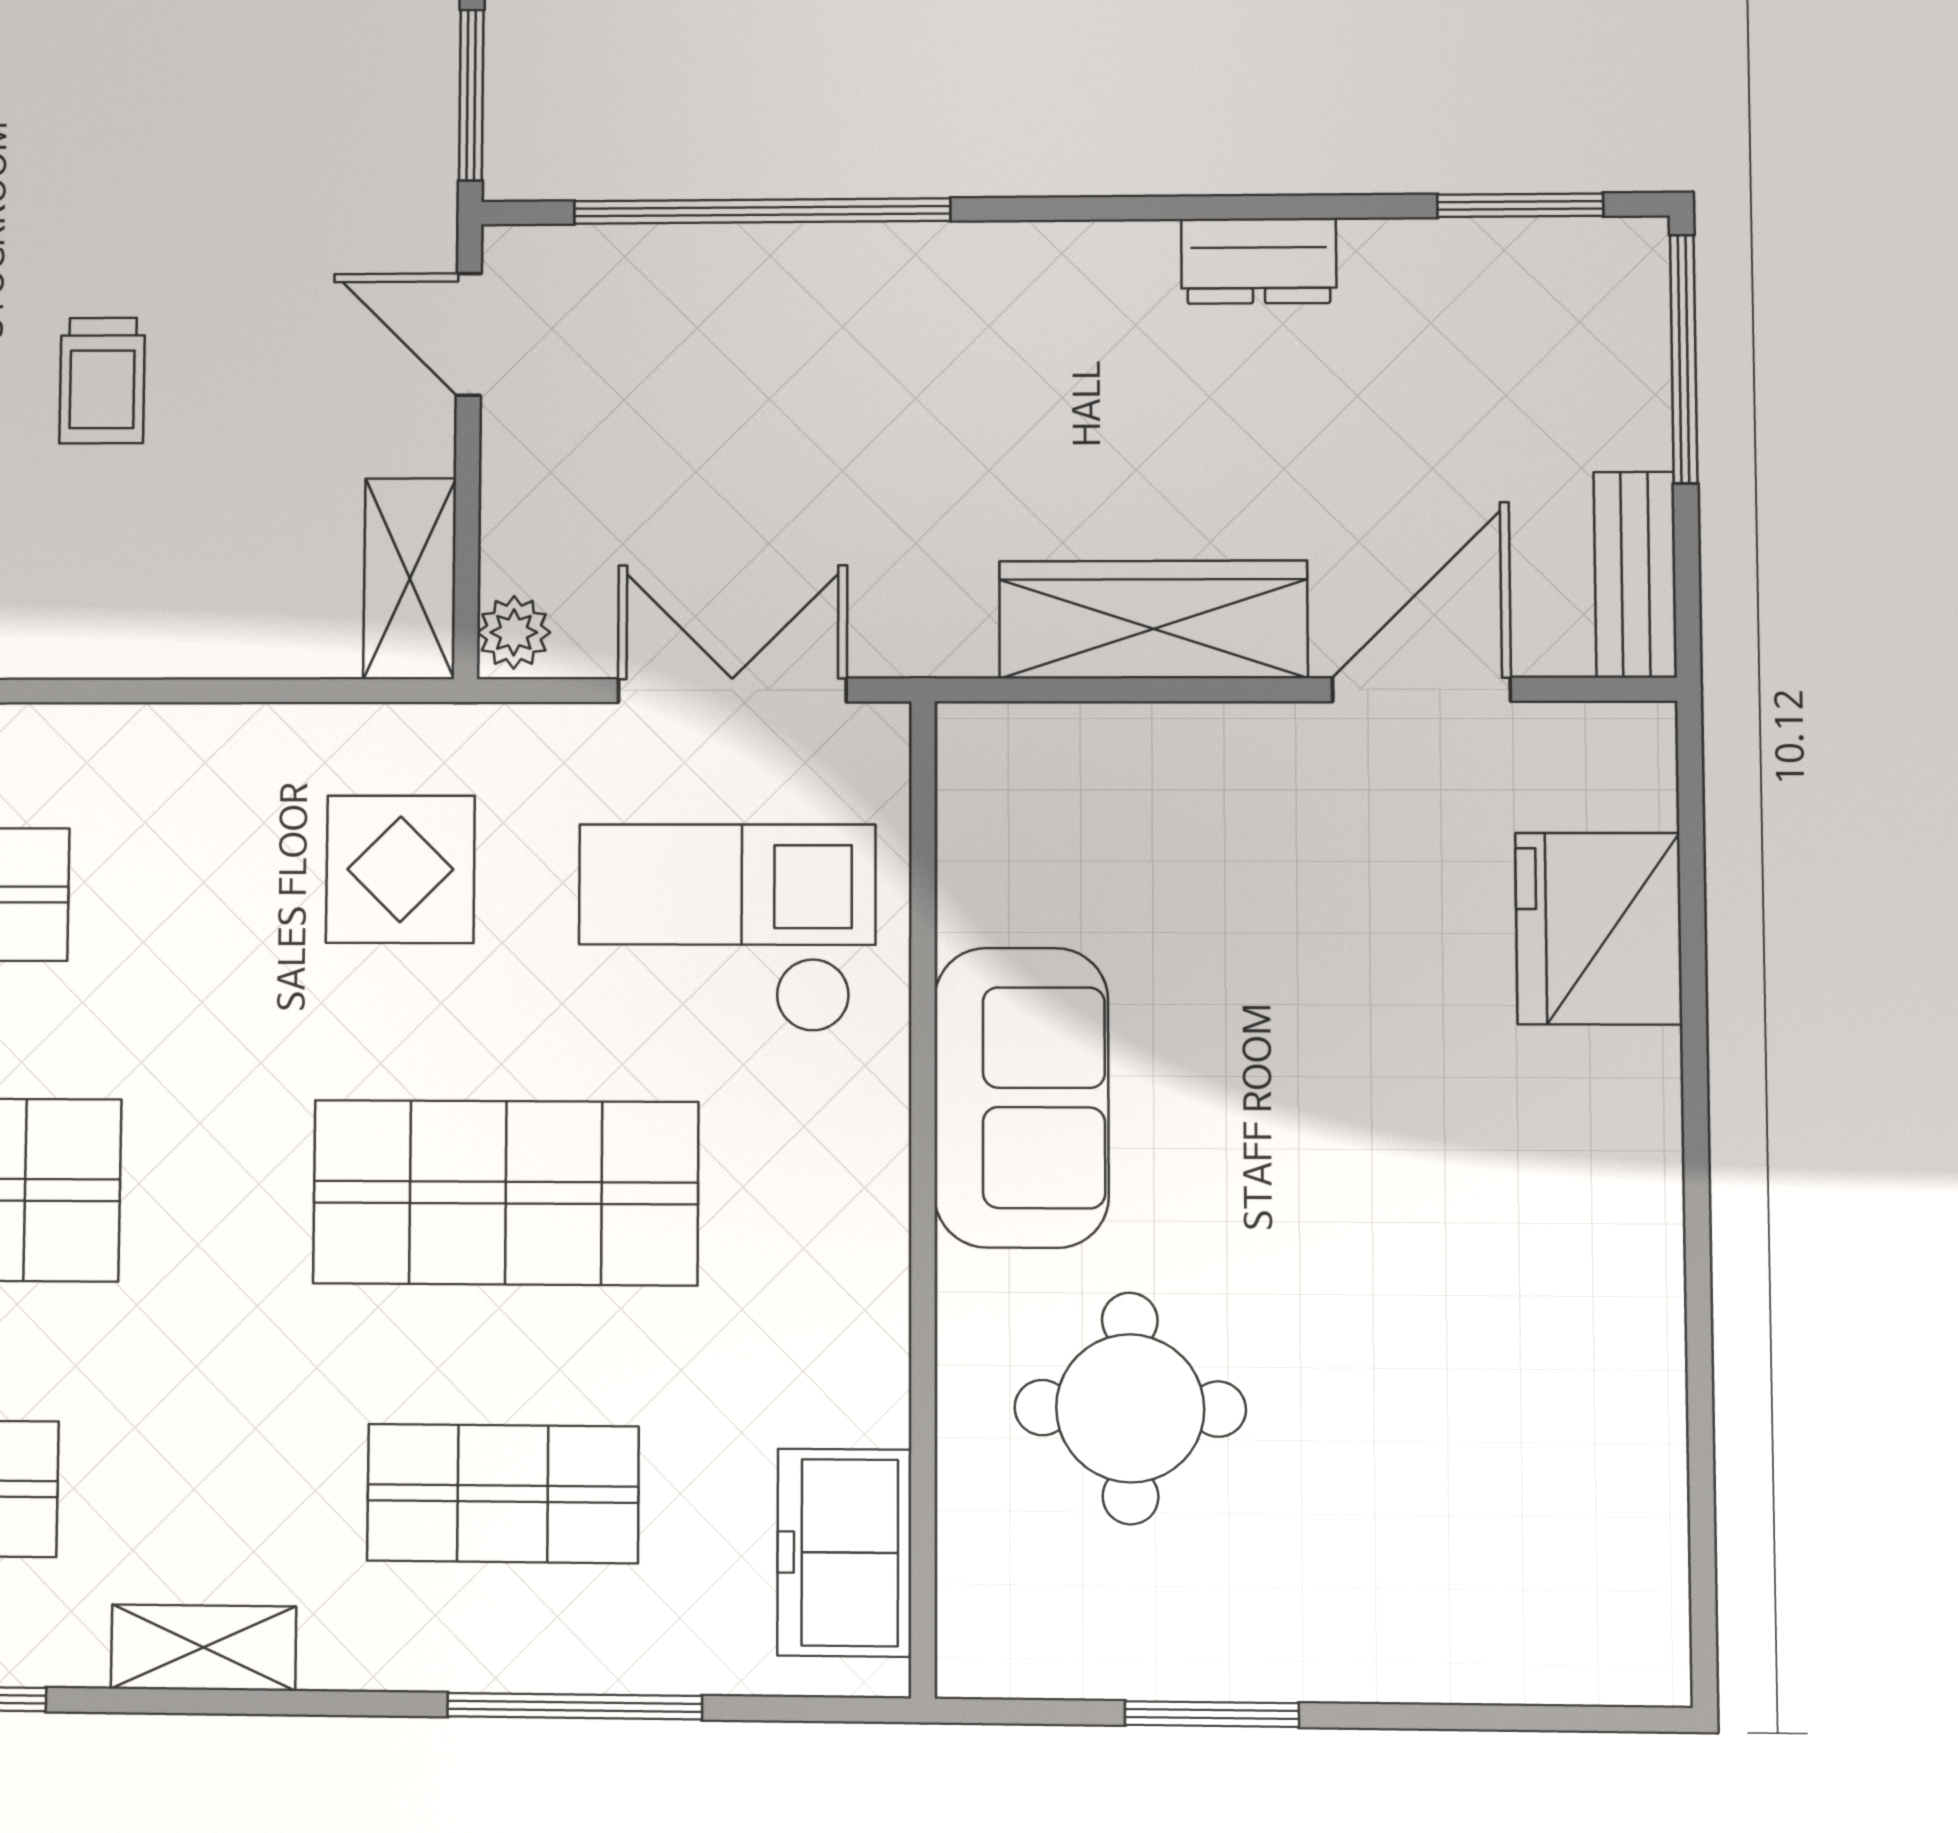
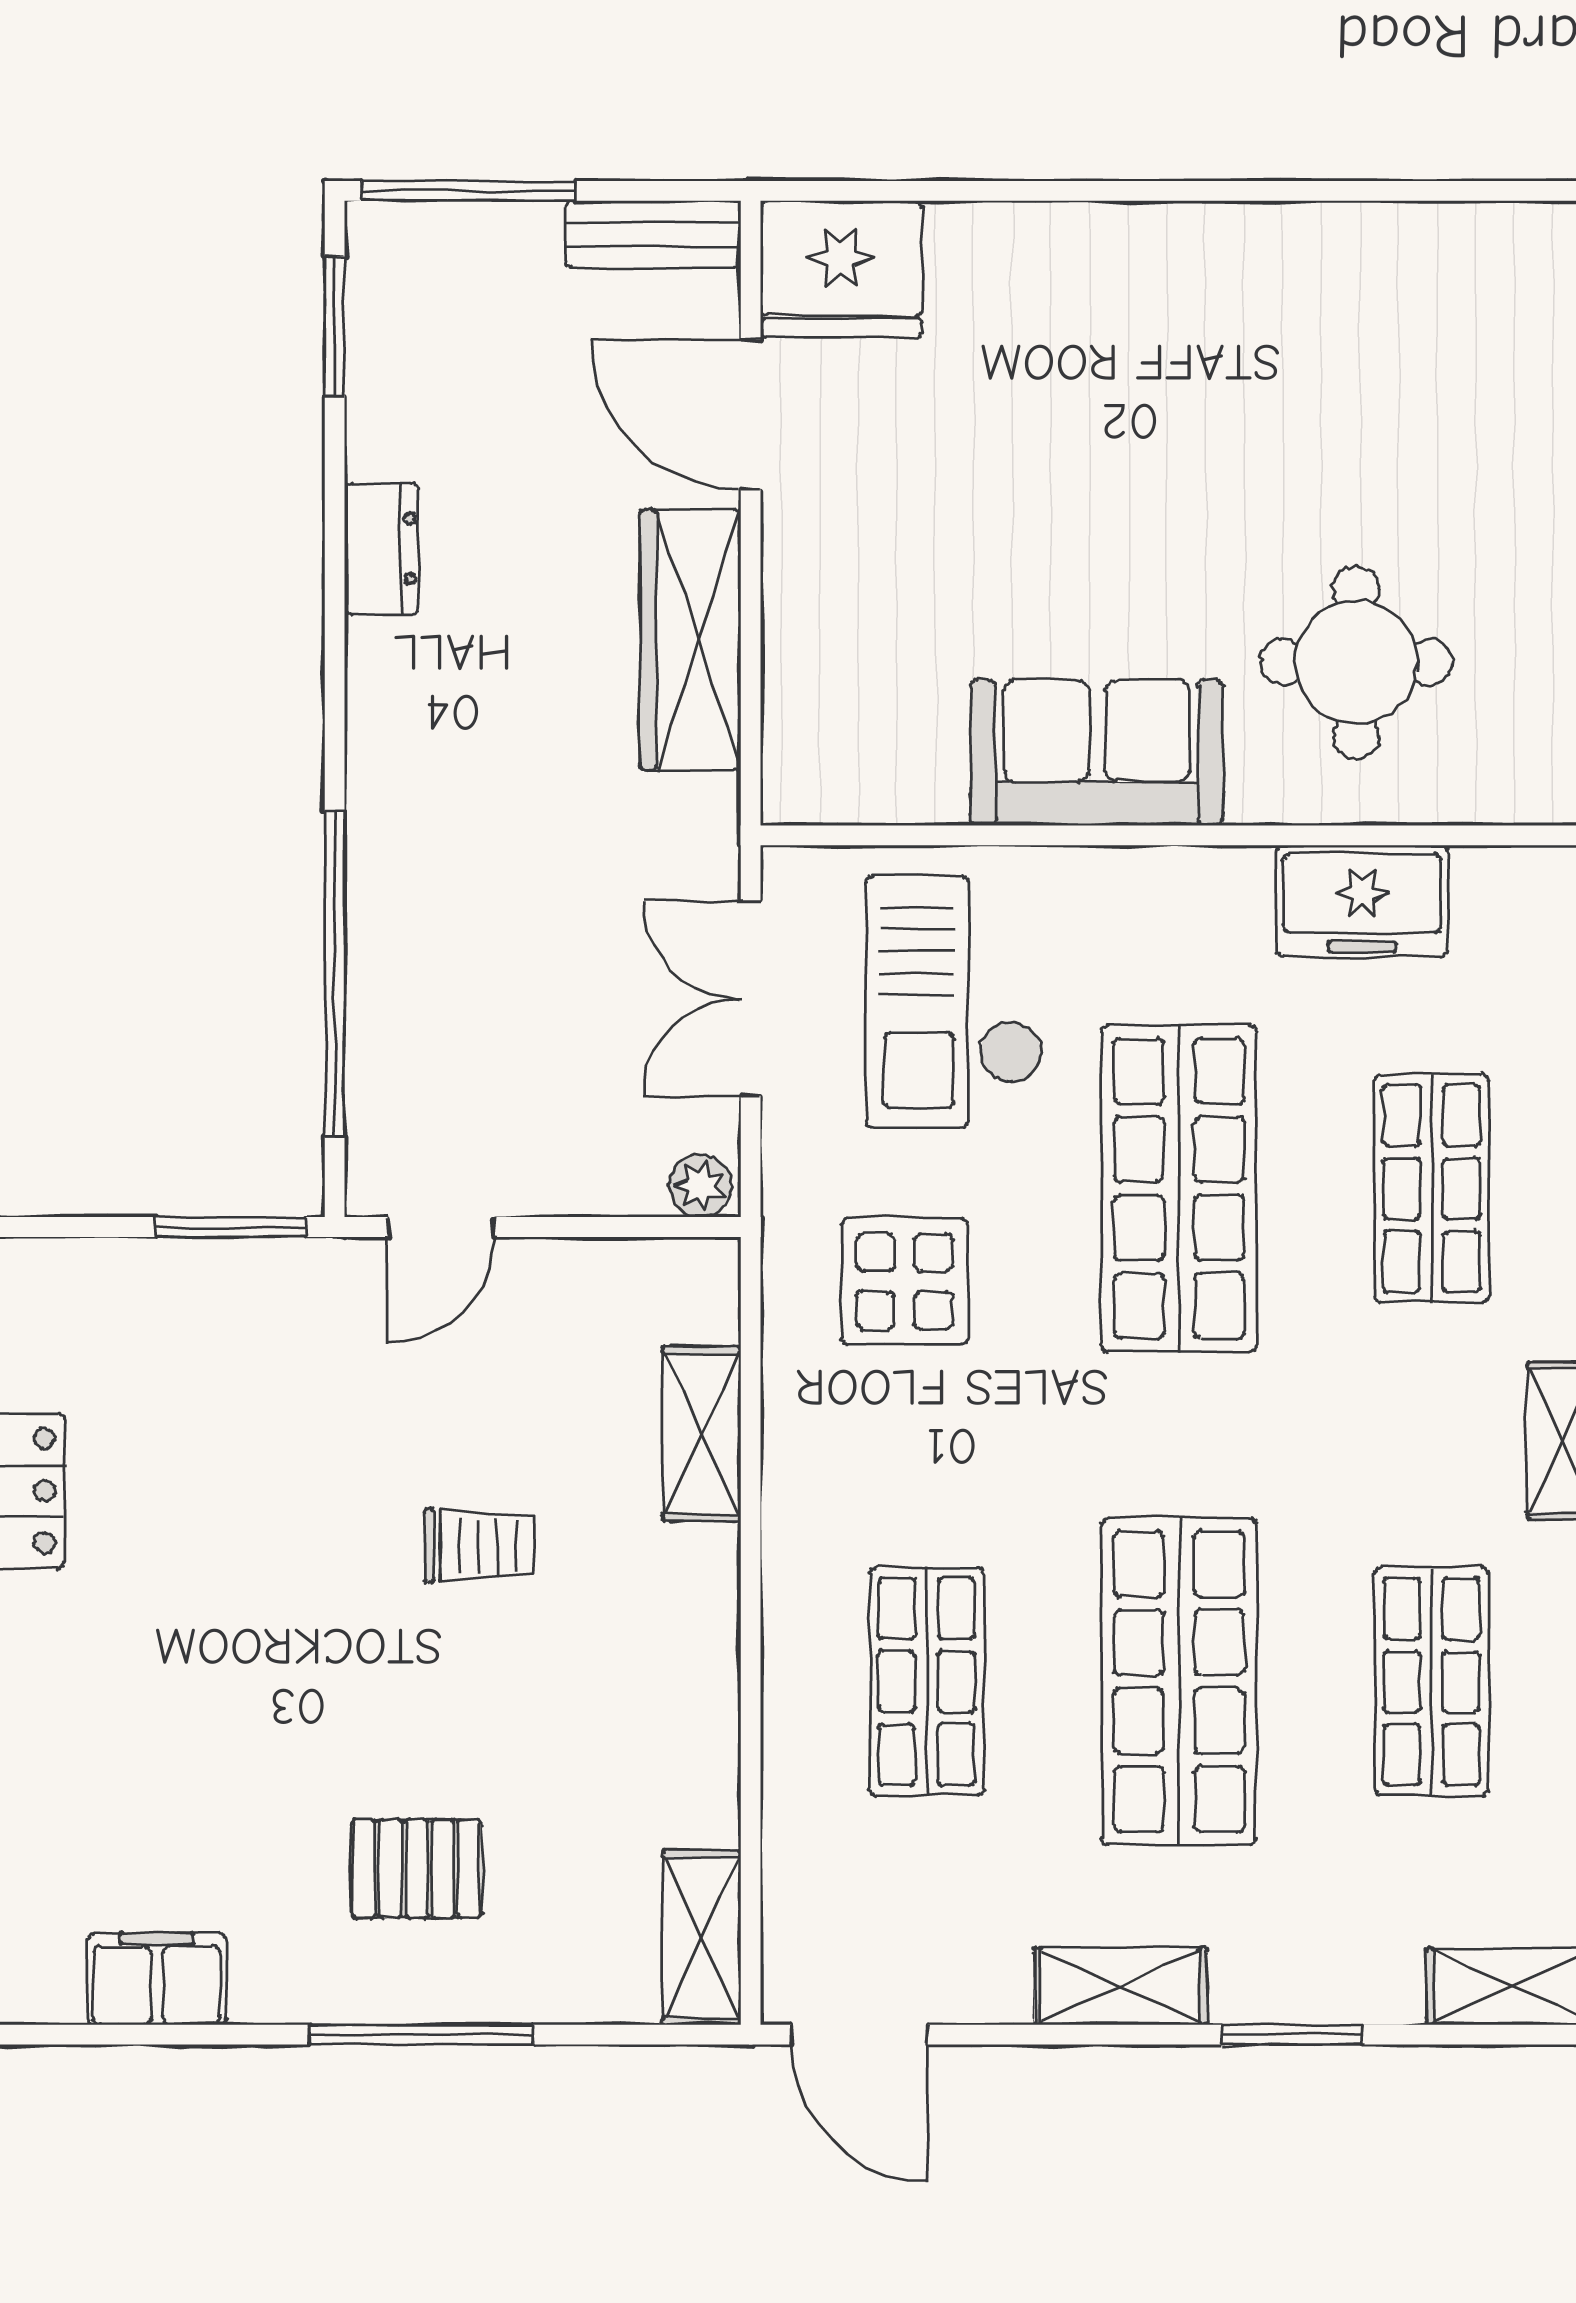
shelving: (410, 579) -> (702, 1434), moved, turned 90
fridge: (1599, 928) -> (841, 269), moved
freezer: (844, 1553) -> (1362, 901), moved

